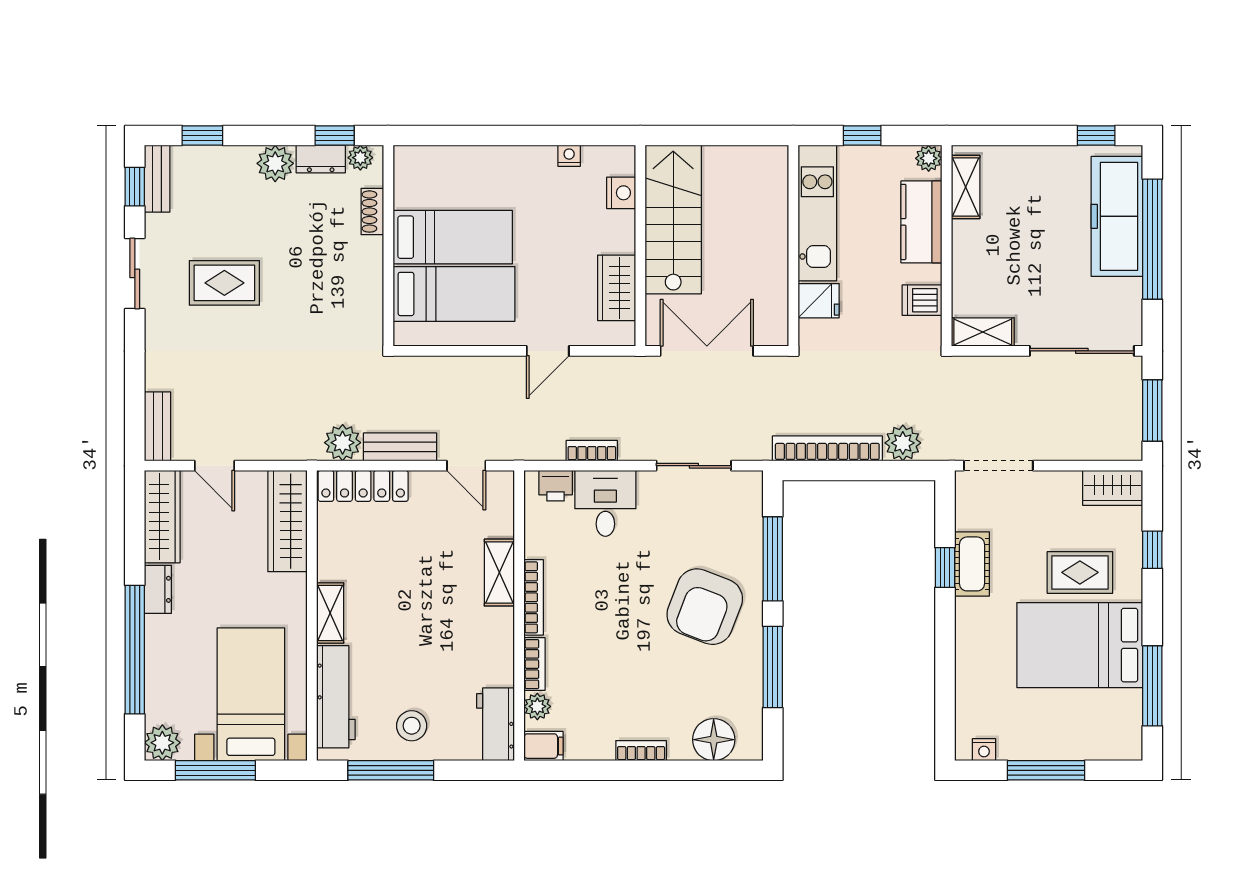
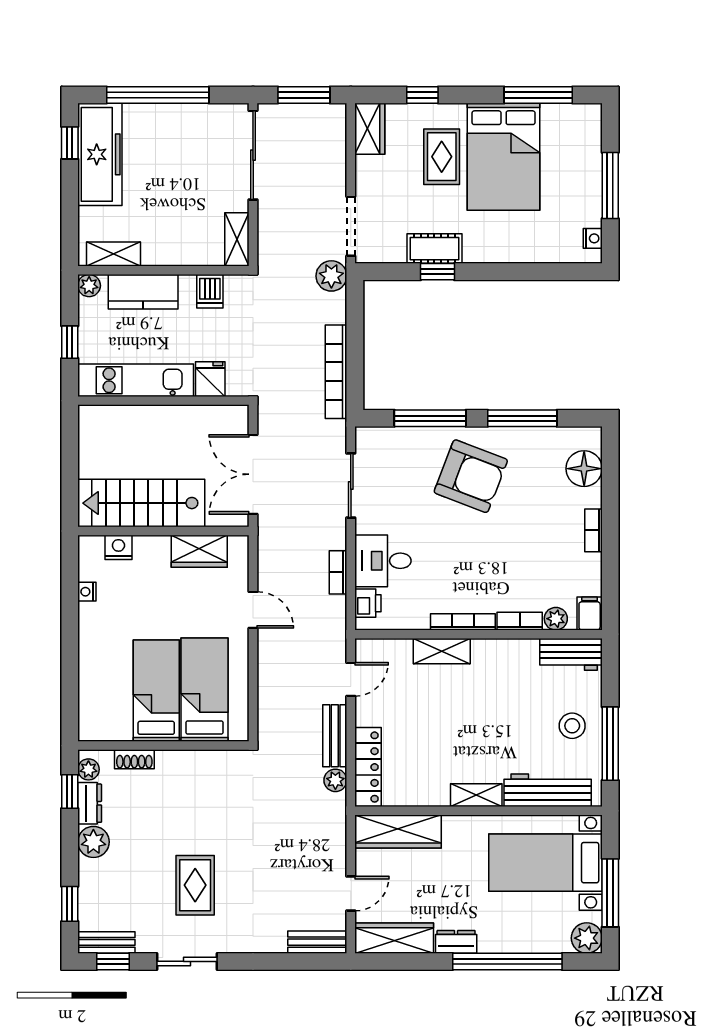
freezer: (1117, 216) -> (100, 154), moved, turned -90
plant: (343, 443) -> (335, 780), width x0.73, depth x0.73
plant: (903, 443) -> (331, 276), moved

